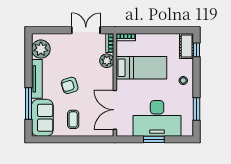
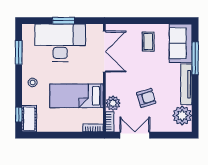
double door: (86, 30) -> (135, 135), swing flipped
armchair: (70, 85) -> (146, 98), moved

